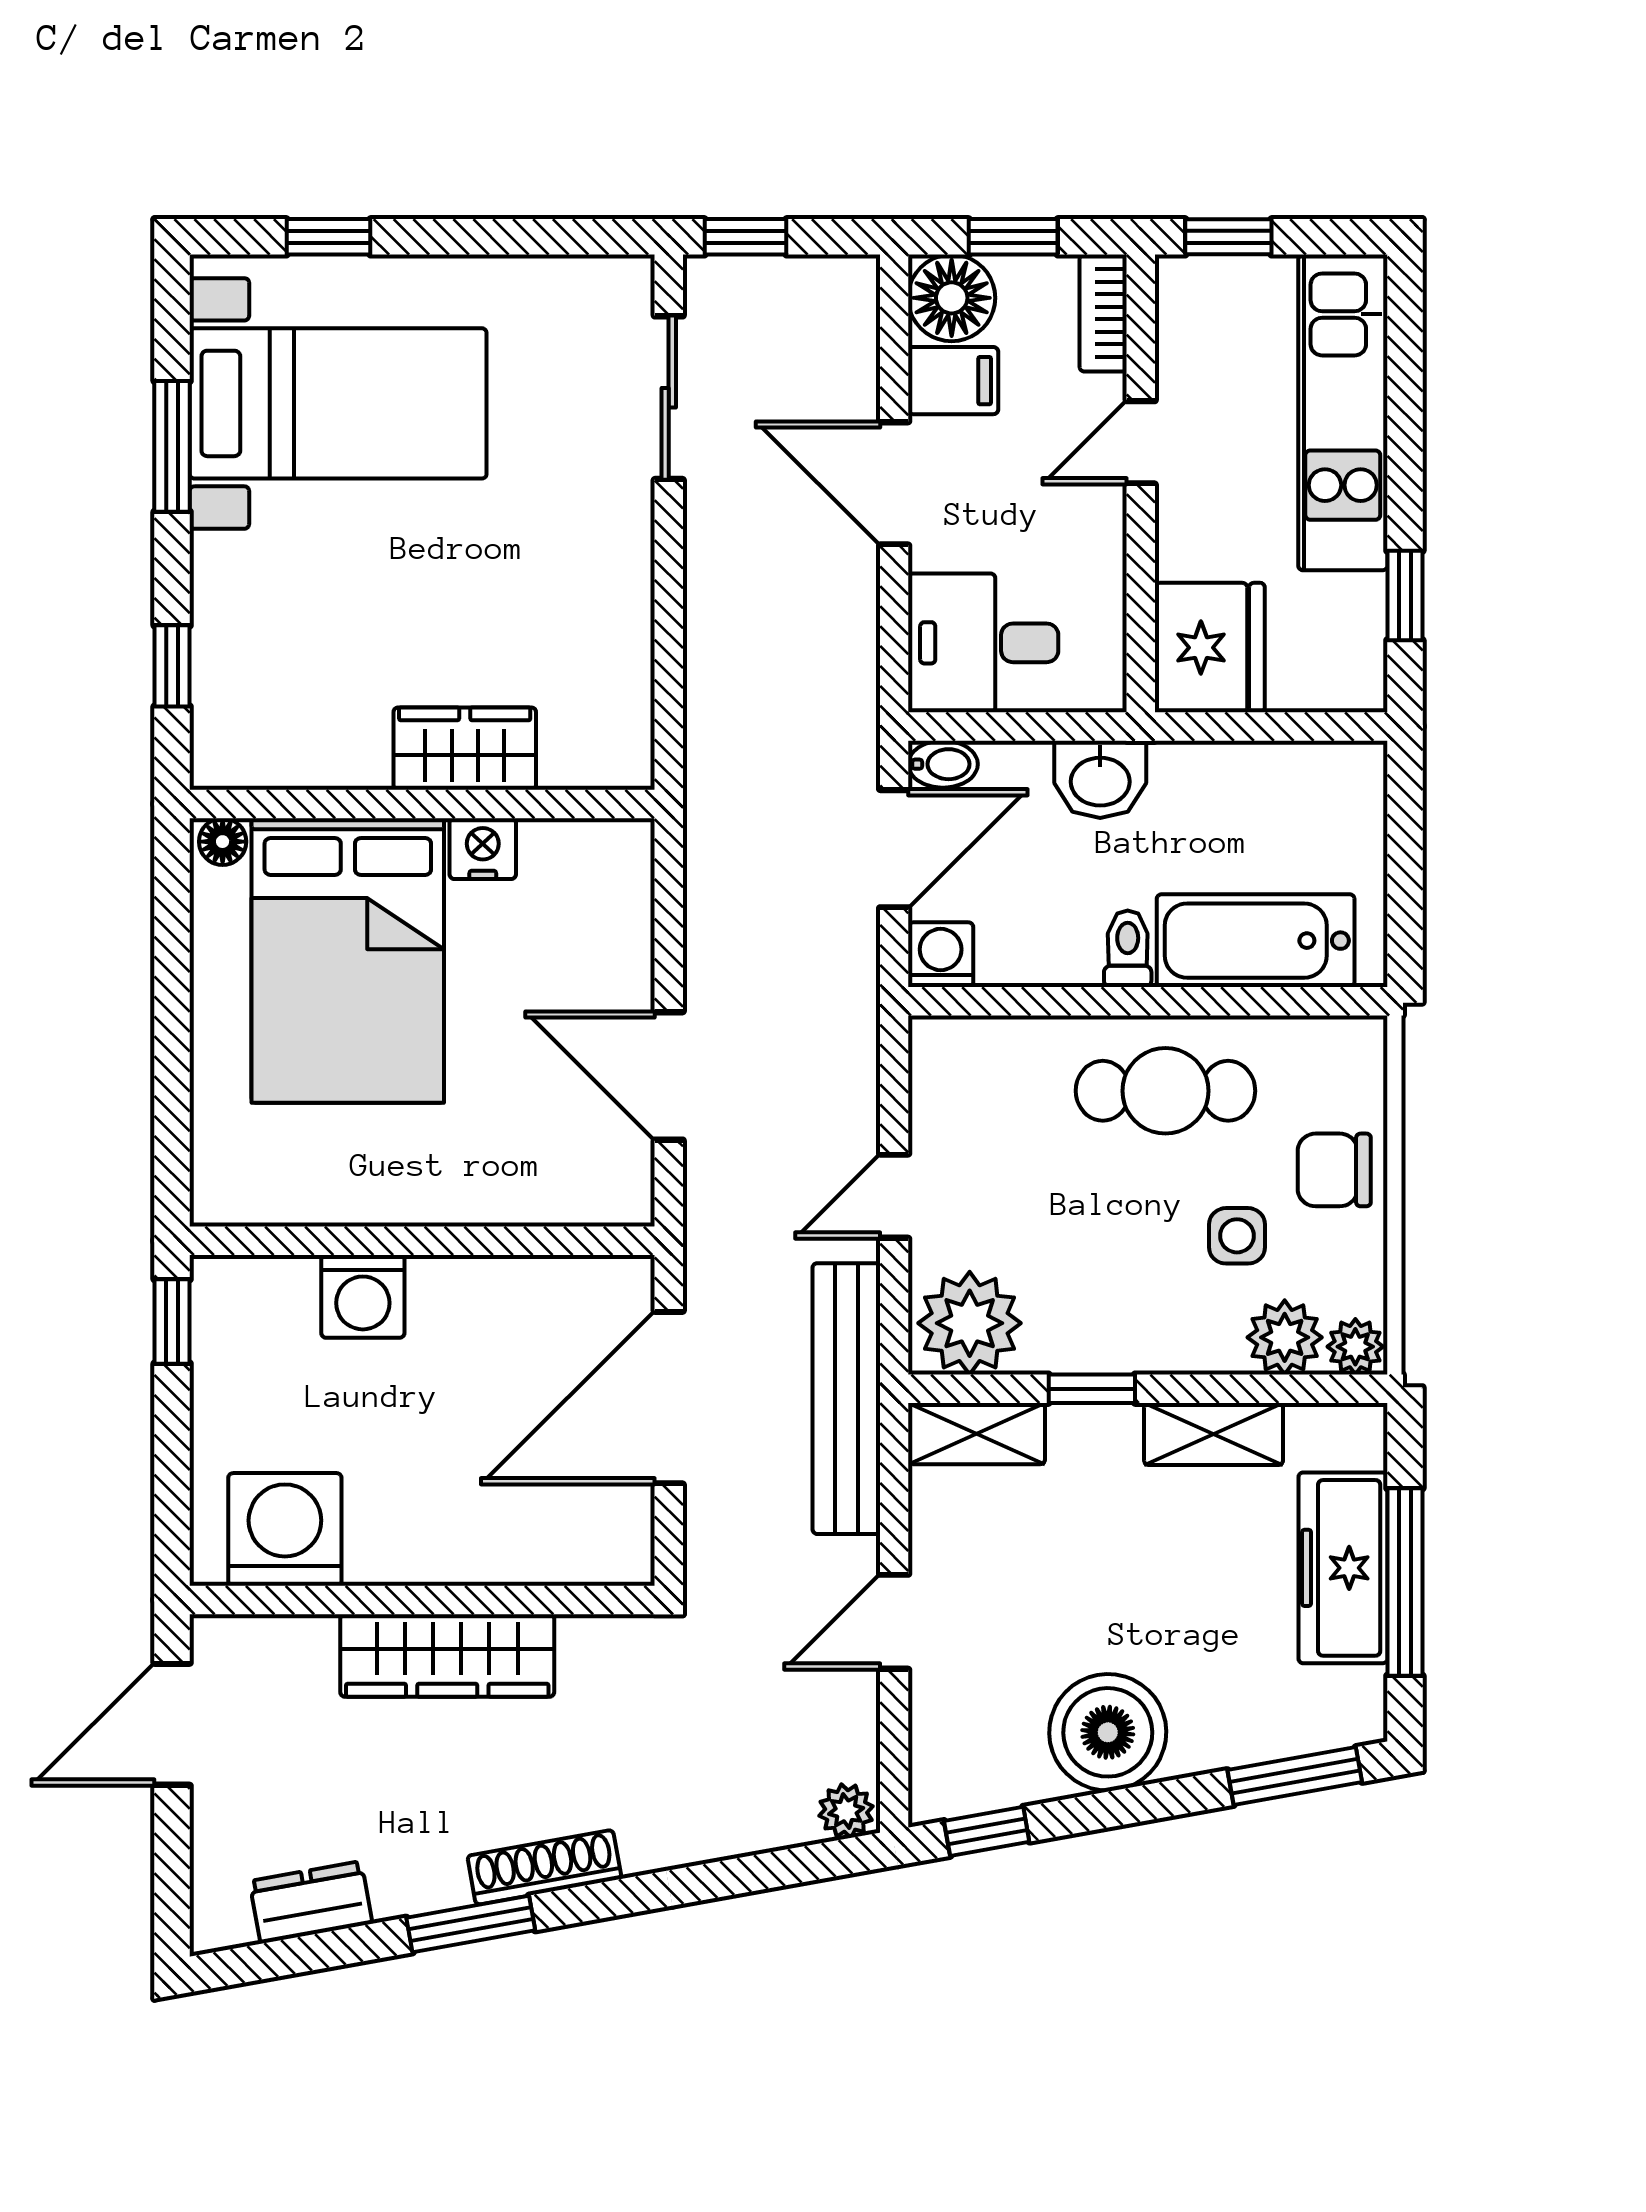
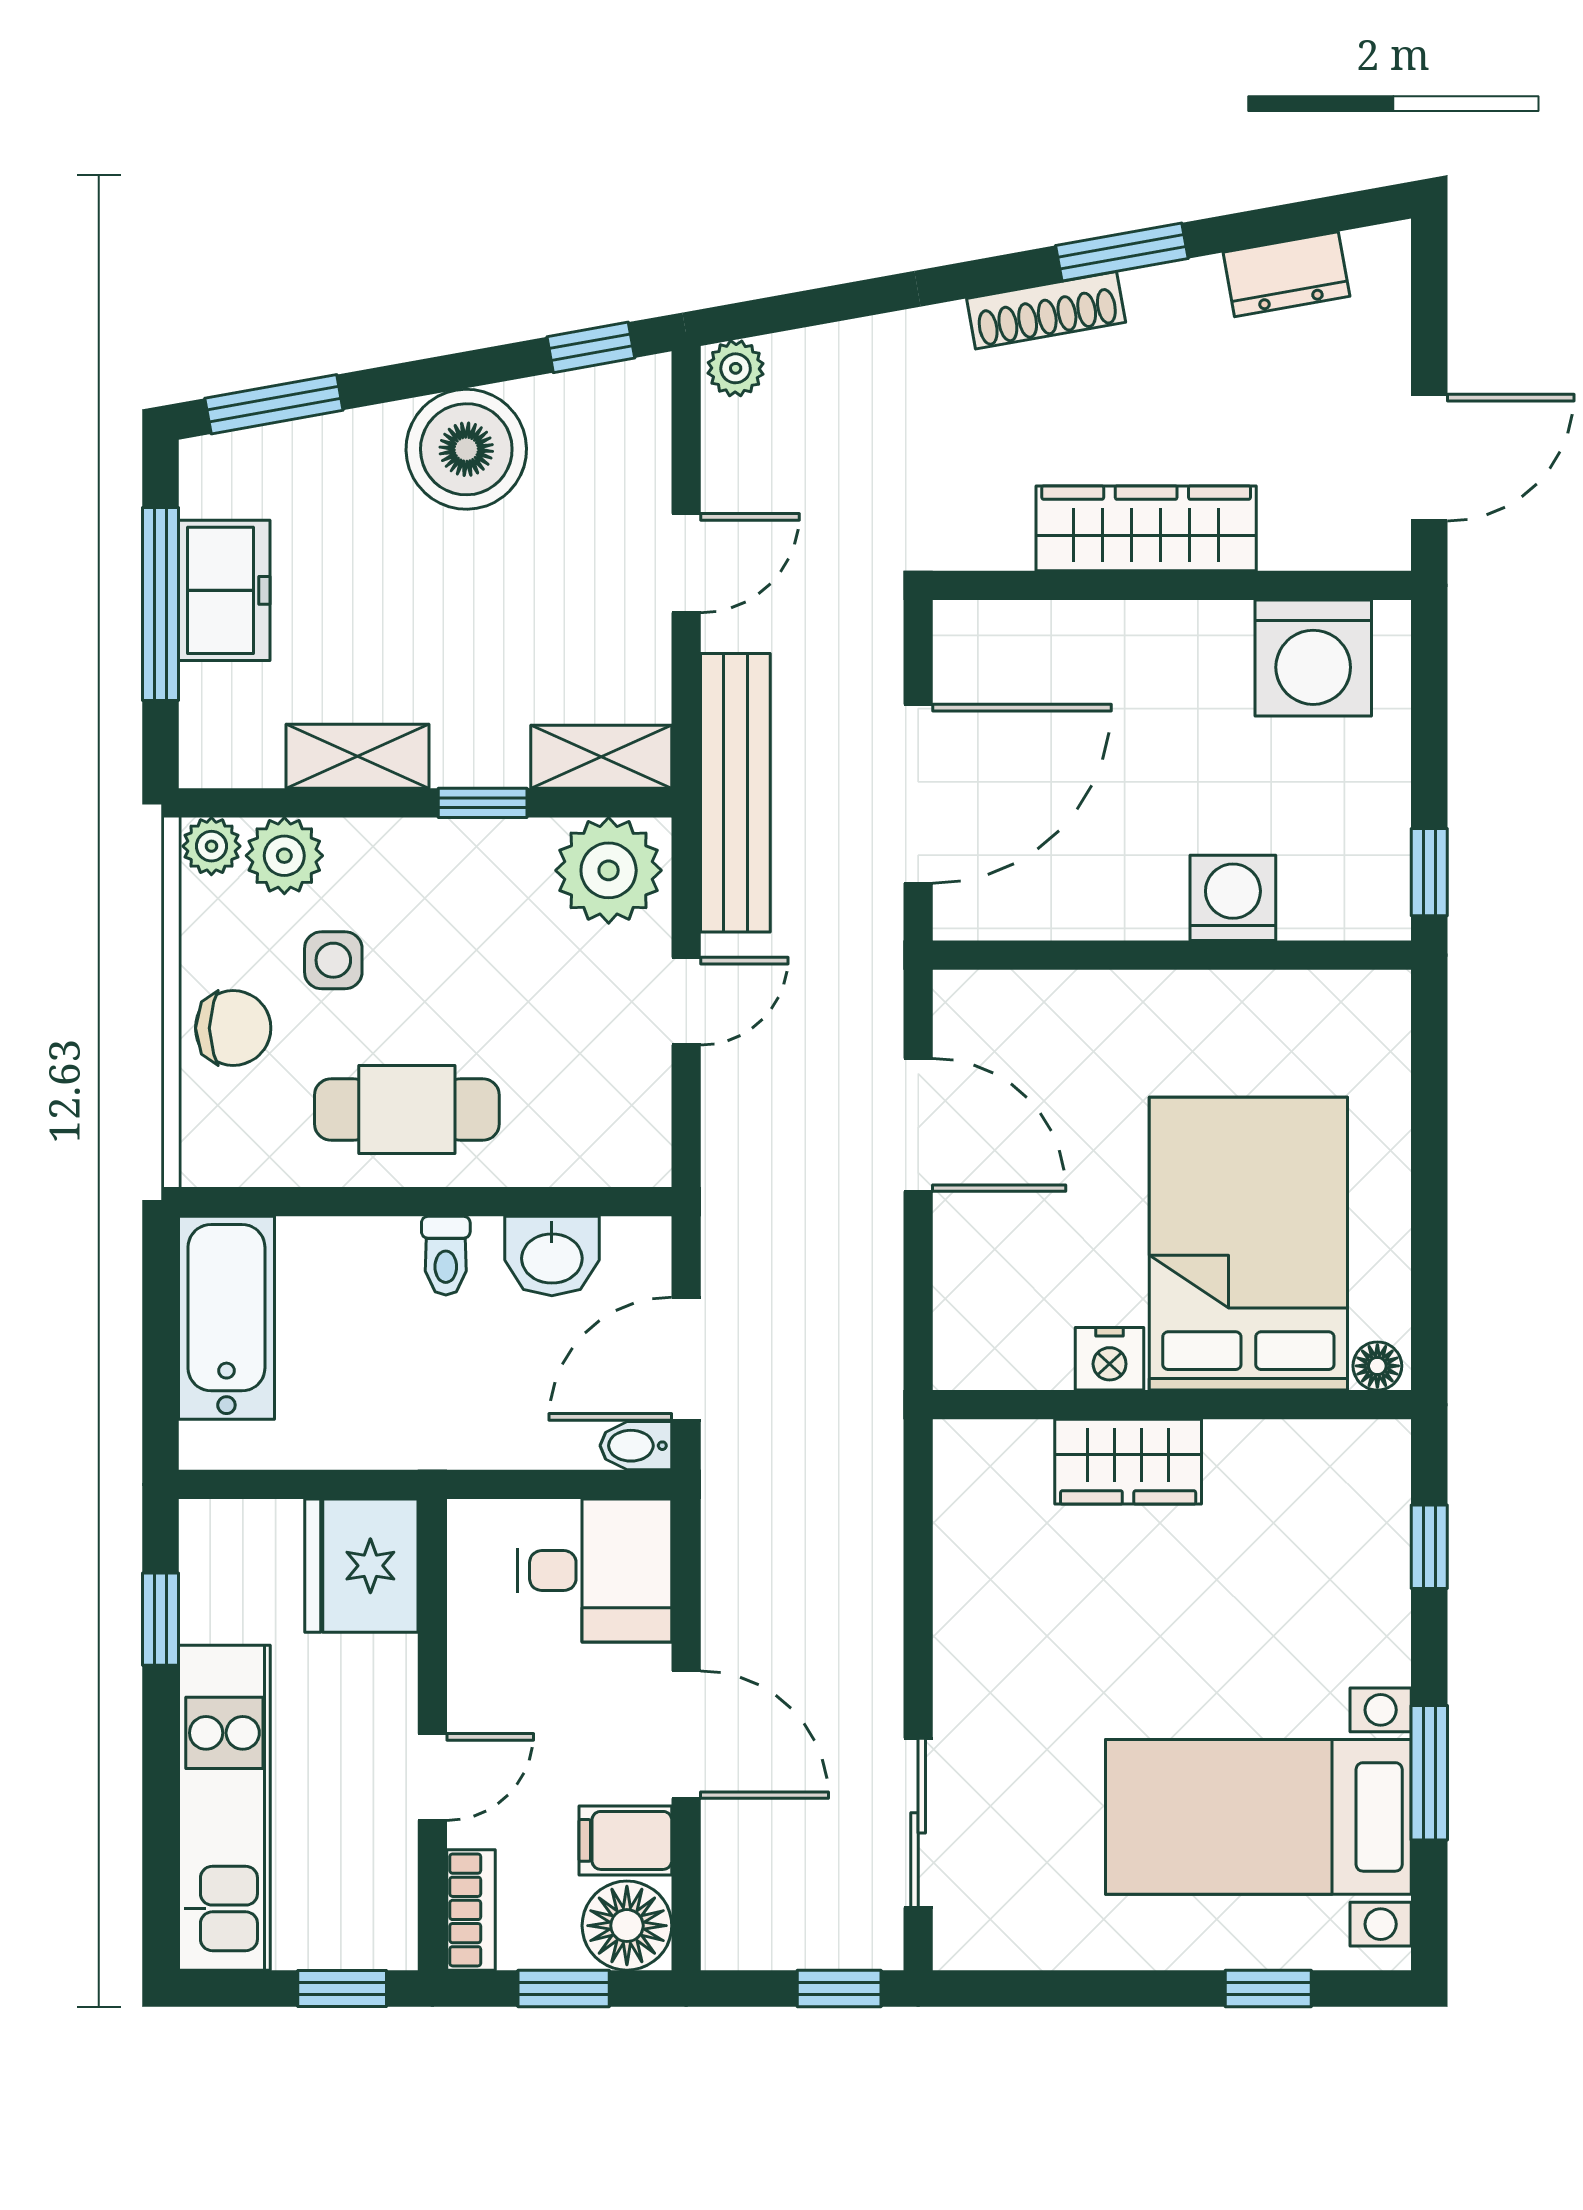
washbasin: (1100, 779) -> (552, 1256), moved, turned 180
bathtub: (1256, 941) -> (226, 1318), moved, turned -90
washing machine: (941, 955) -> (638, 1250), removed
freezer: (1343, 1568) -> (224, 590), width x0.71

